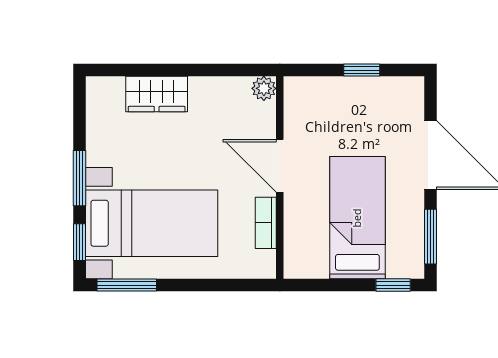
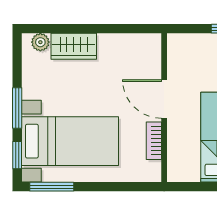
plant: (264, 88) -> (40, 42), moved

